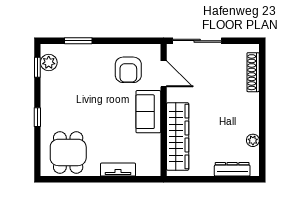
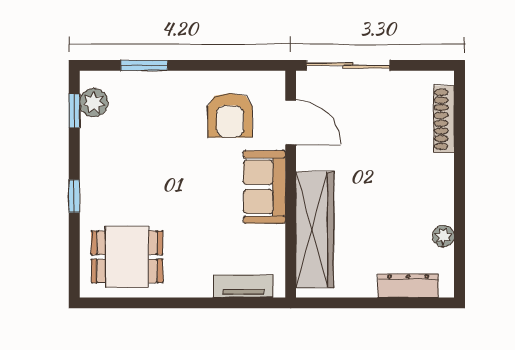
dining table: (68, 152) -> (127, 257), turned 90
tv unit: (118, 170) -> (243, 286), moved

